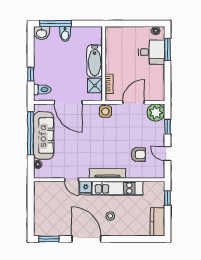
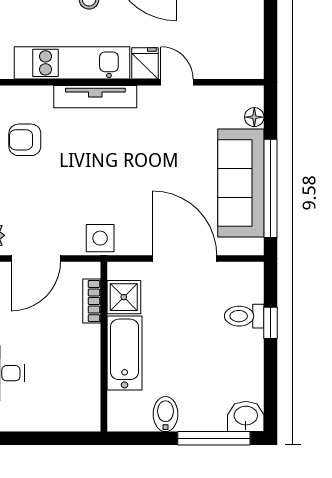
bidet: (65, 34) -> (165, 414), moved
toilet: (42, 90) -> (244, 316), moved

